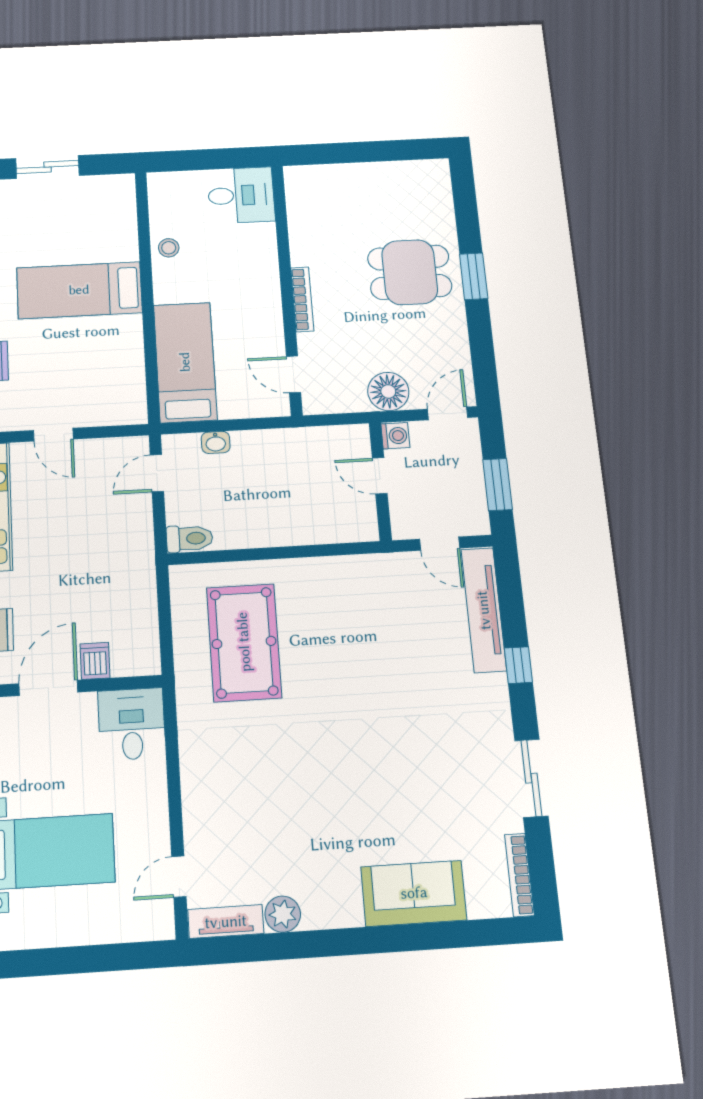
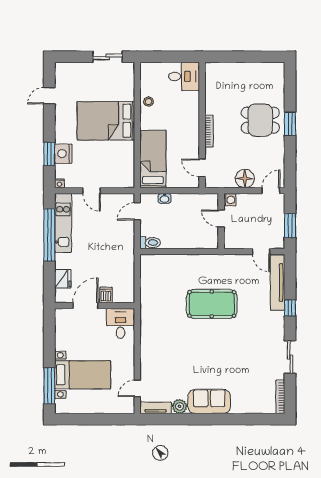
sliding door: (48, 167) -> (108, 57), moved
bed: (79, 290) -> (106, 121), width x1.50
washing machine: (395, 436) -> (230, 200), moved
door: (380, 476) -> (221, 218), moved
wall: (380, 481) -> (221, 221), moved
pool table: (244, 642) -> (212, 304), moved, turned 90
sofa: (414, 893) -> (209, 402), moved

